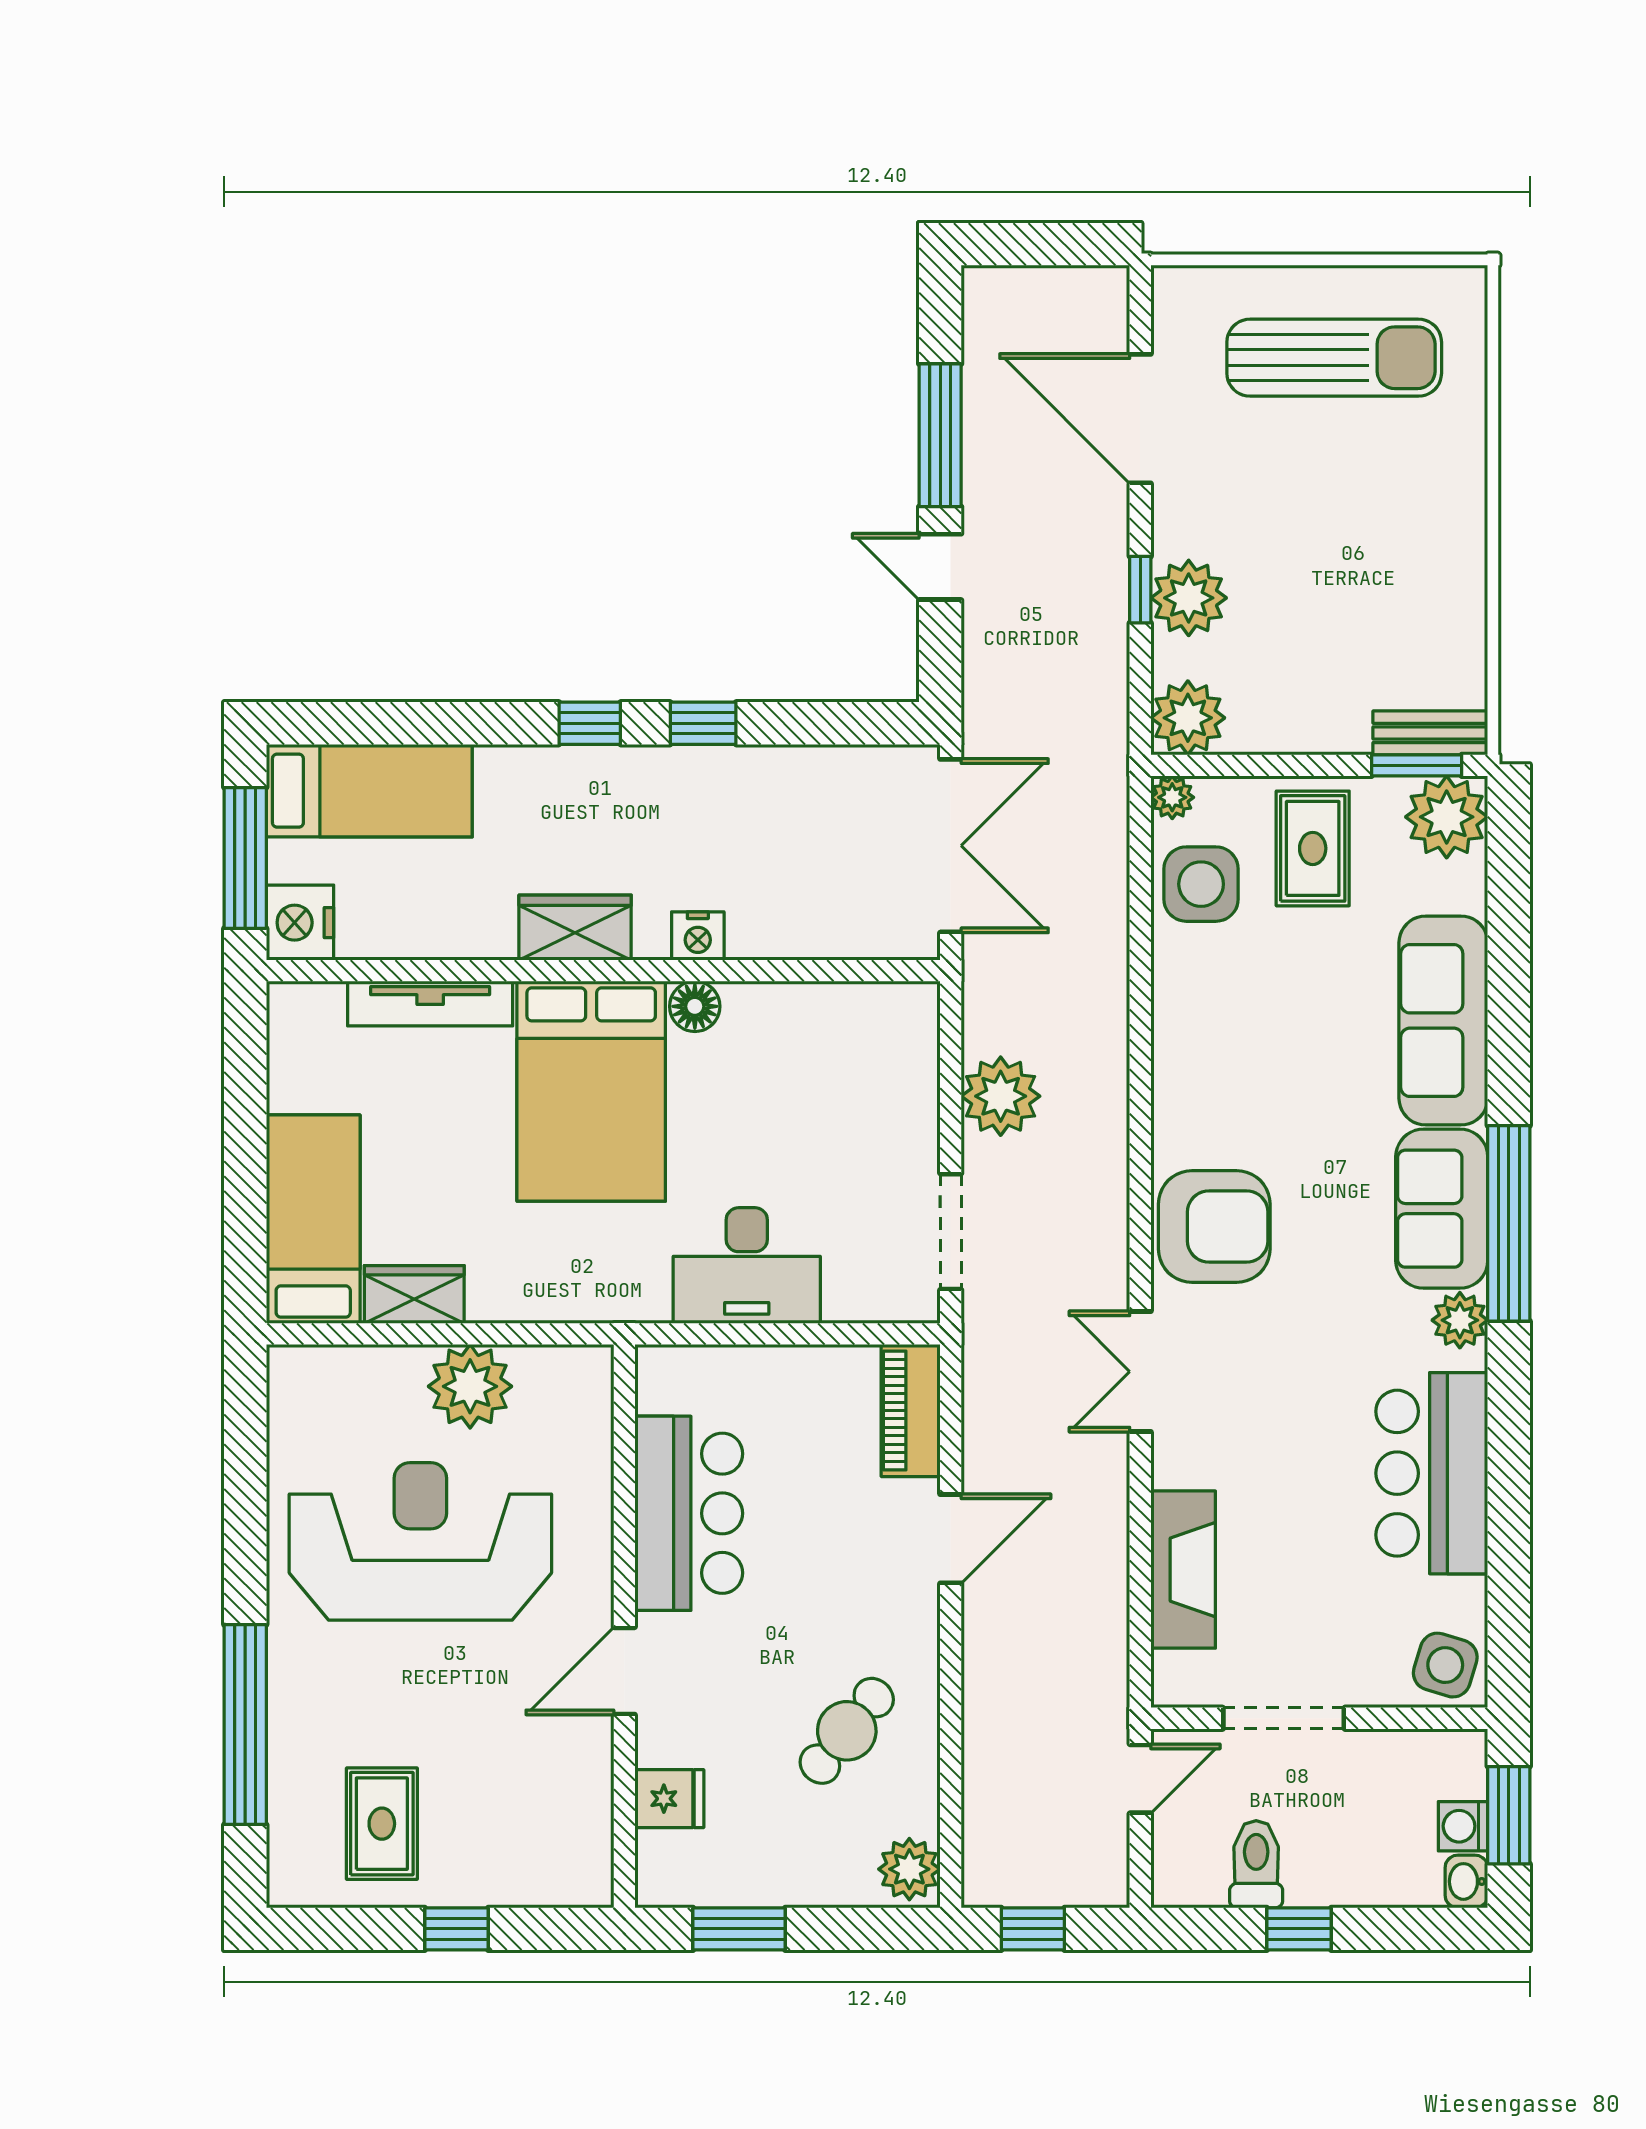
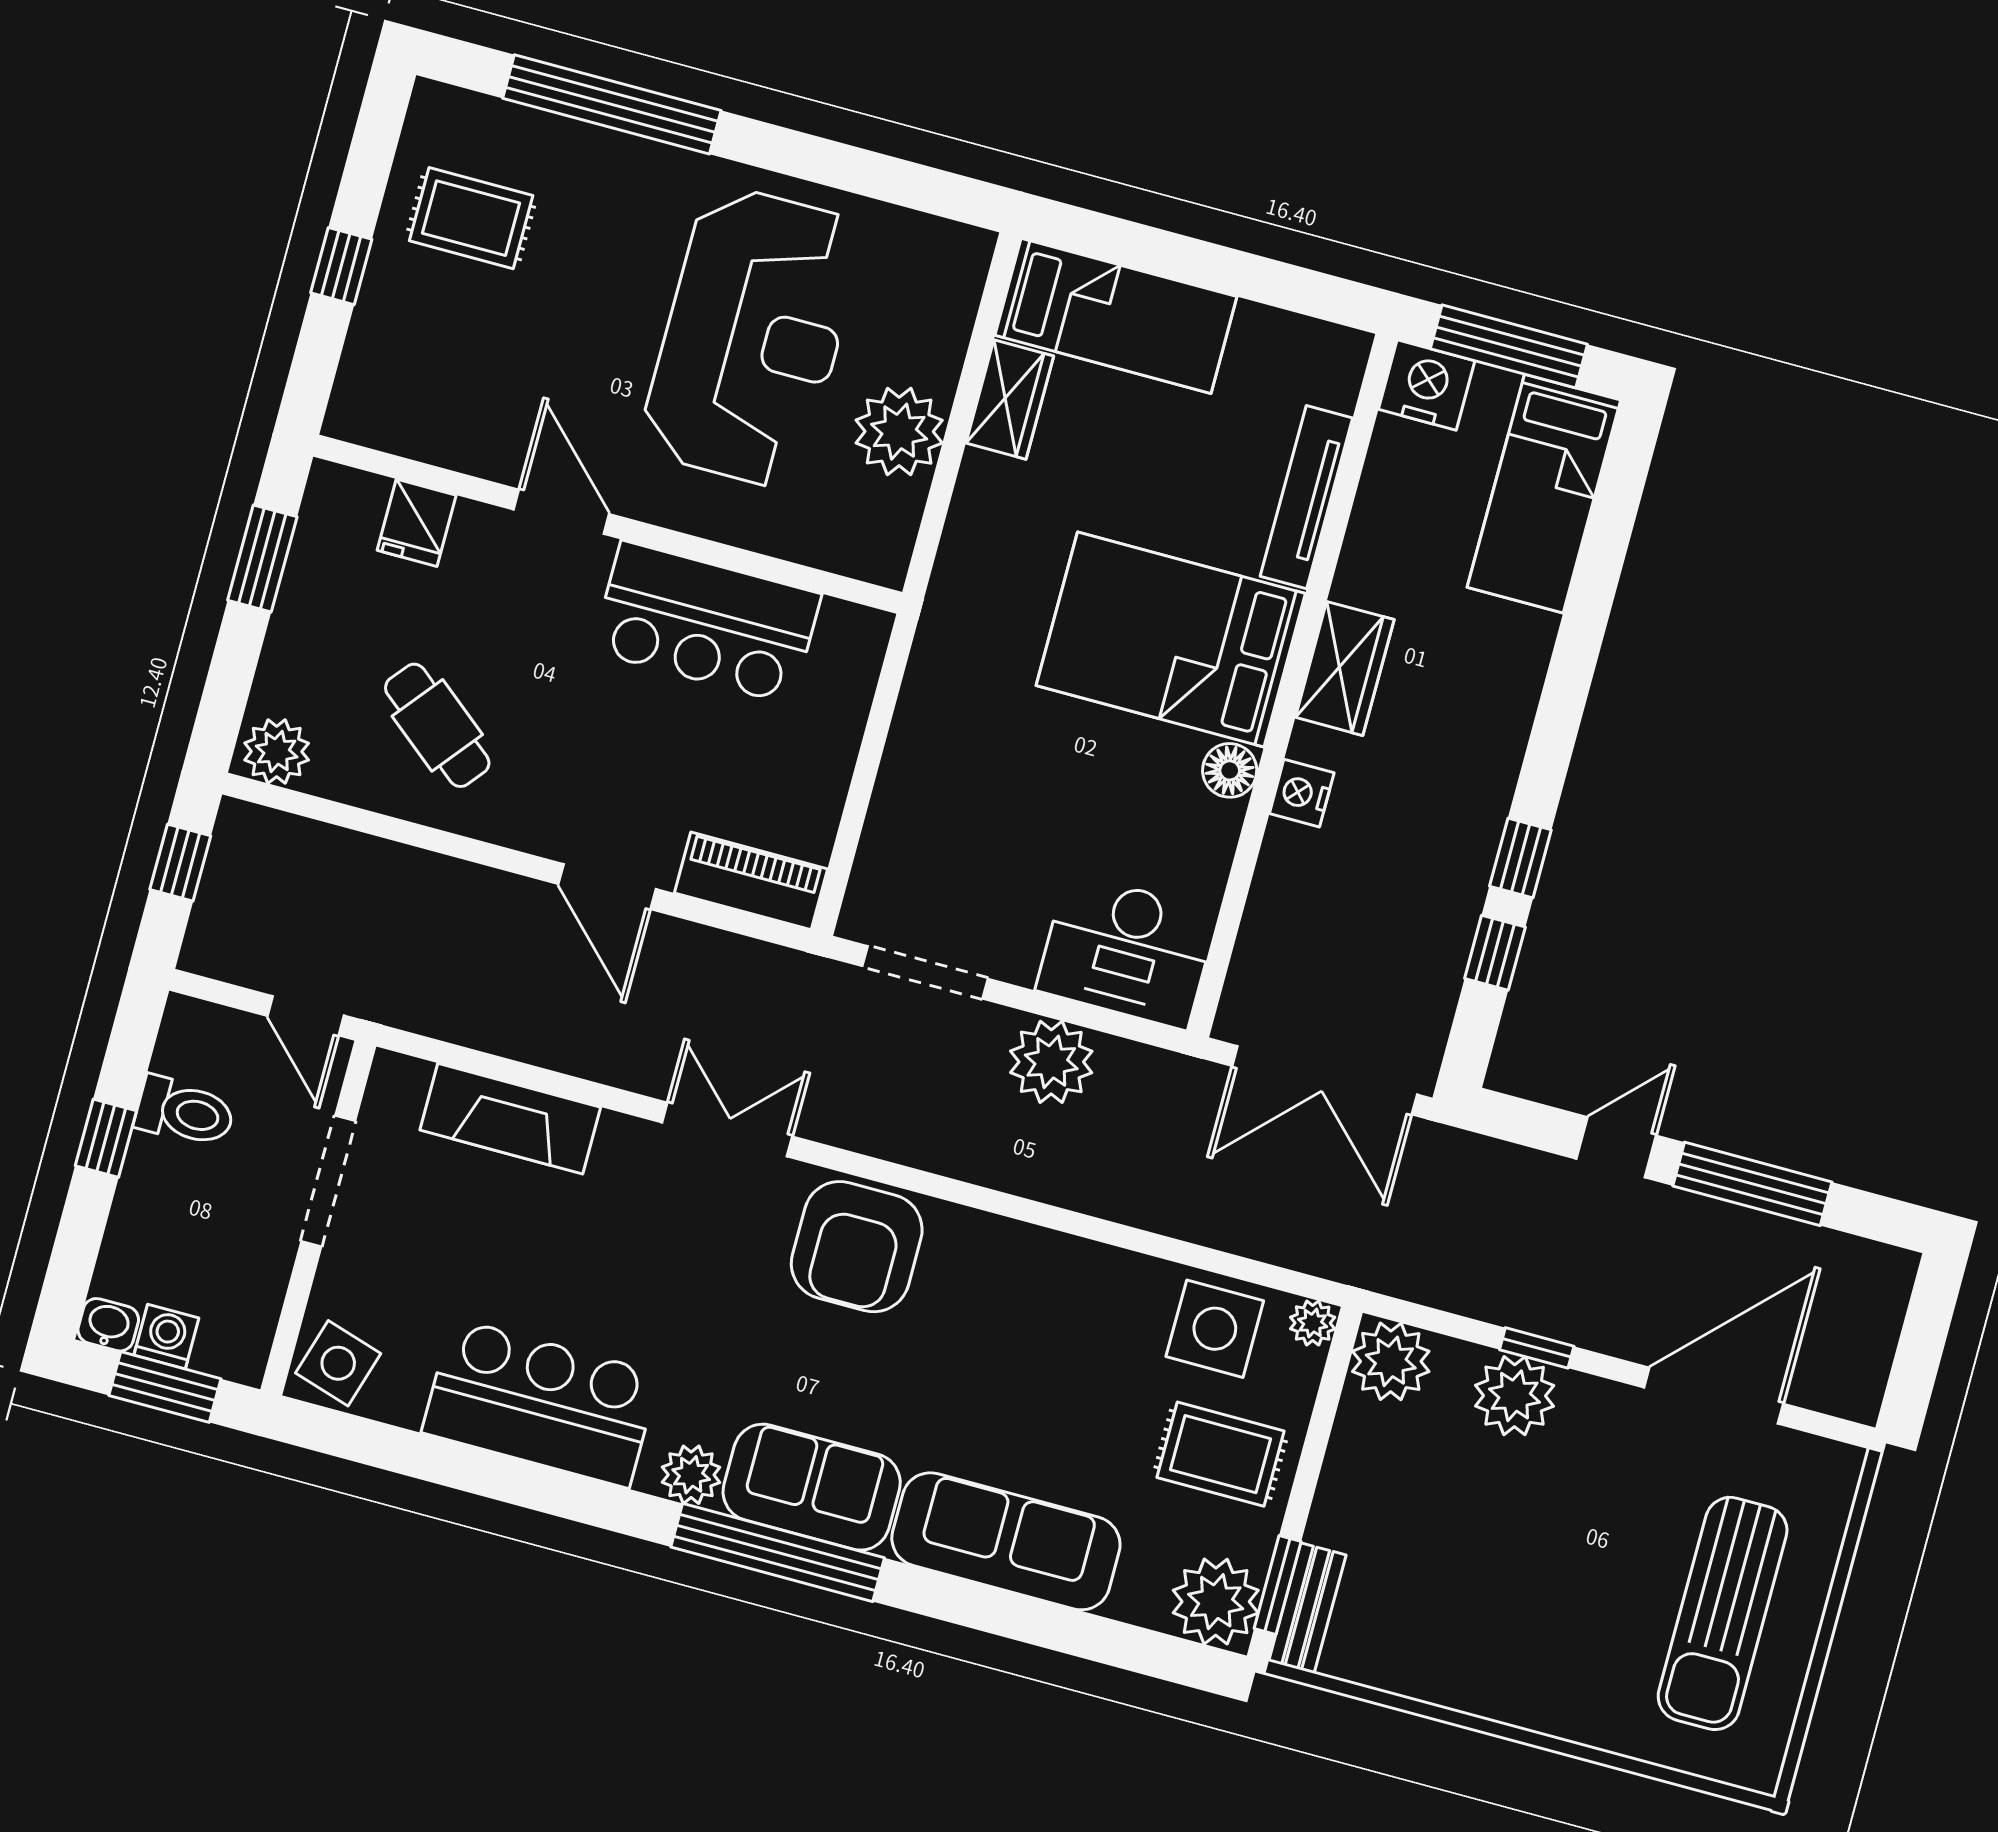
window: (590, 723) -> (1495, 953), moved
desk: (747, 1266) -> (1127, 951), moved, turned -90

